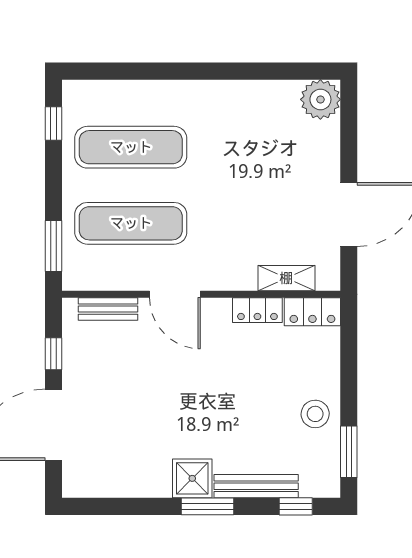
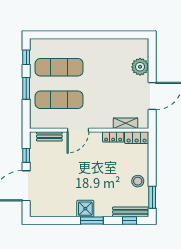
plant: (320, 99) -> (140, 67), moved
window: (53, 246) -> (26, 88), moved
door: (175, 294) -> (78, 130), hinge flipped
bench: (256, 486) -> (131, 212), moved

